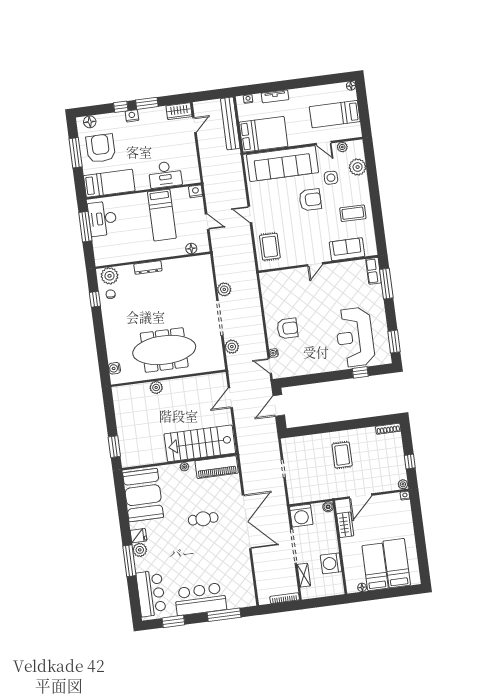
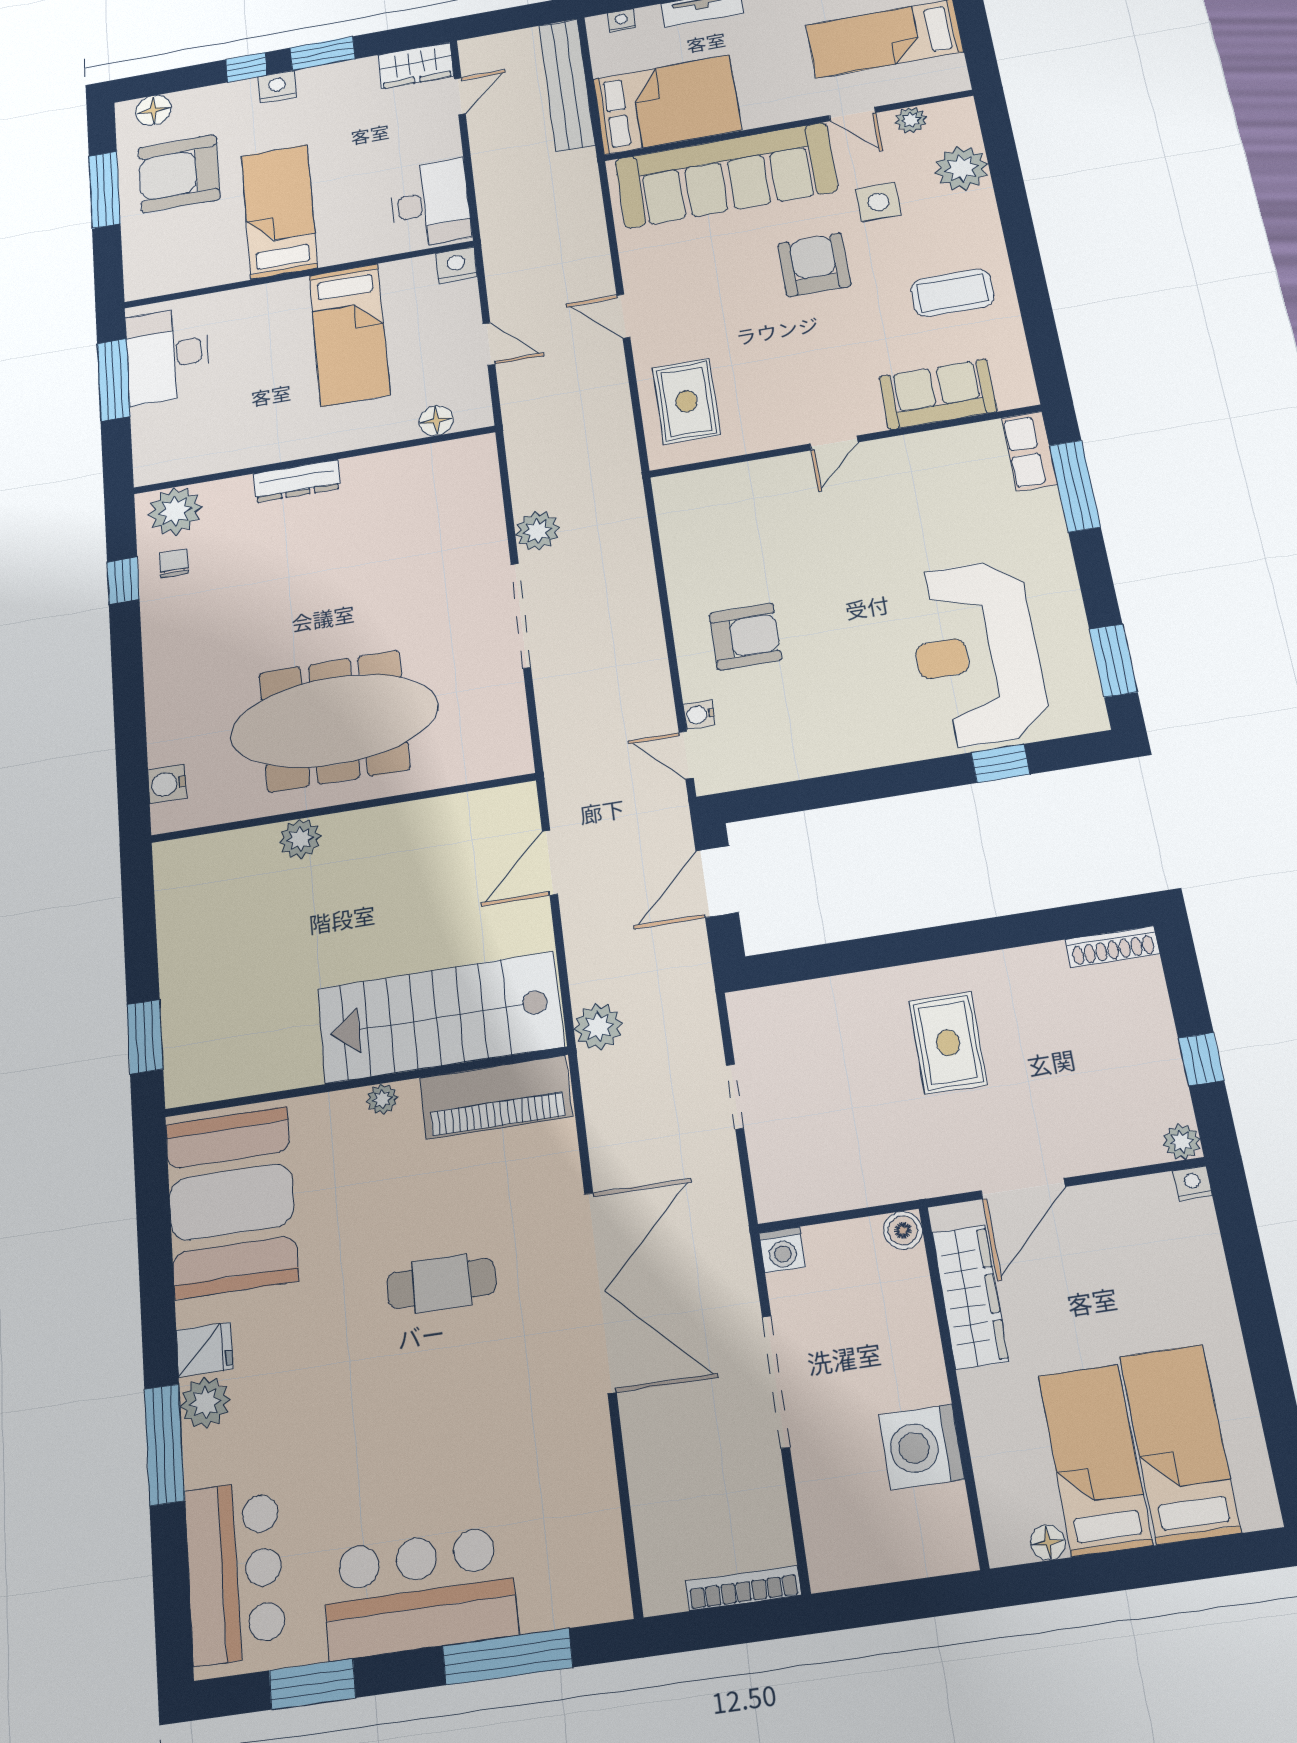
armchair: (101, 148) -> (179, 174), turned -90
desk: (165, 174) -> (430, 204), moved, turned -90
bed: (109, 183) -> (279, 211), moved, turned -90
armchair: (310, 200) -> (814, 265), turned -90
plant: (232, 347) -> (598, 1027), moved
washing machine: (301, 516) -> (782, 1250), width x0.53, depth x0.53
wardrobe: (345, 525) -> (970, 1297), width x1.50
shelving: (304, 575) -> (817, 1495), removed

